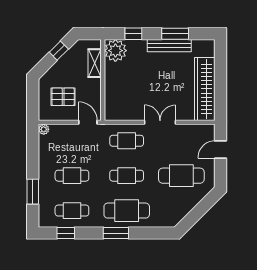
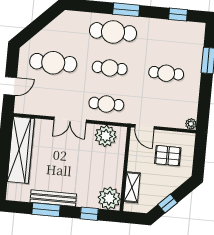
plant: (124, 110) -> (106, 136), added
cafe table: (72, 211) -> (169, 37), removed

